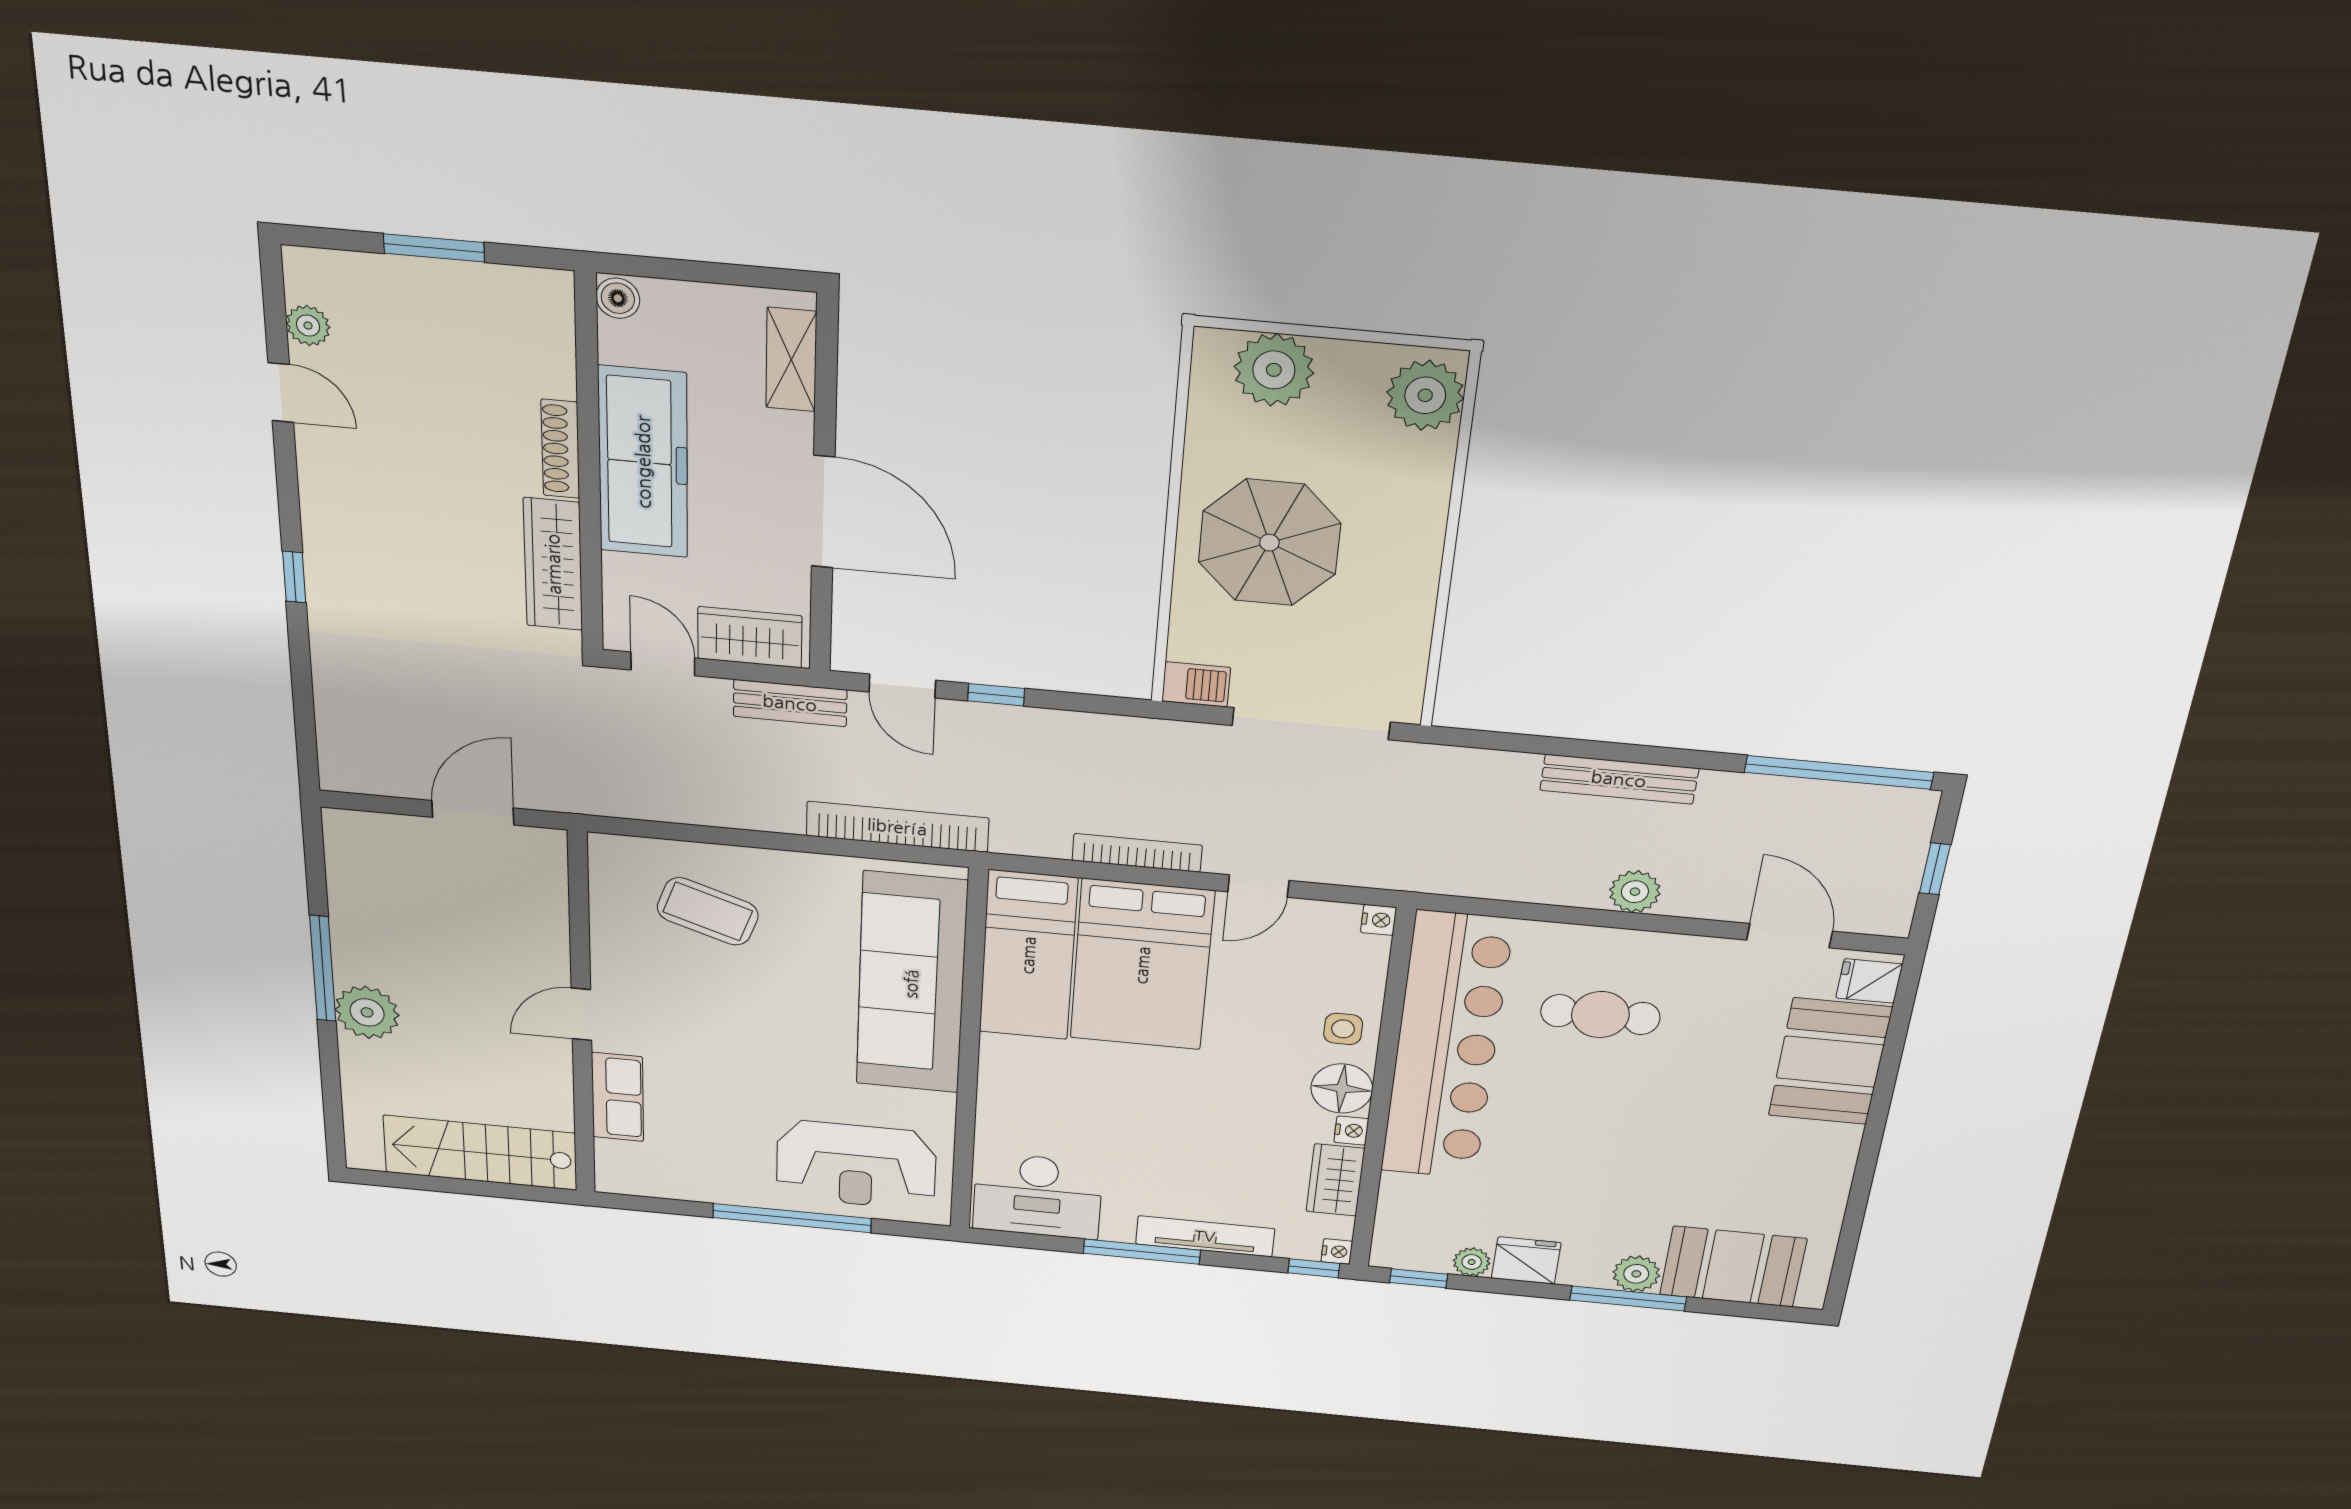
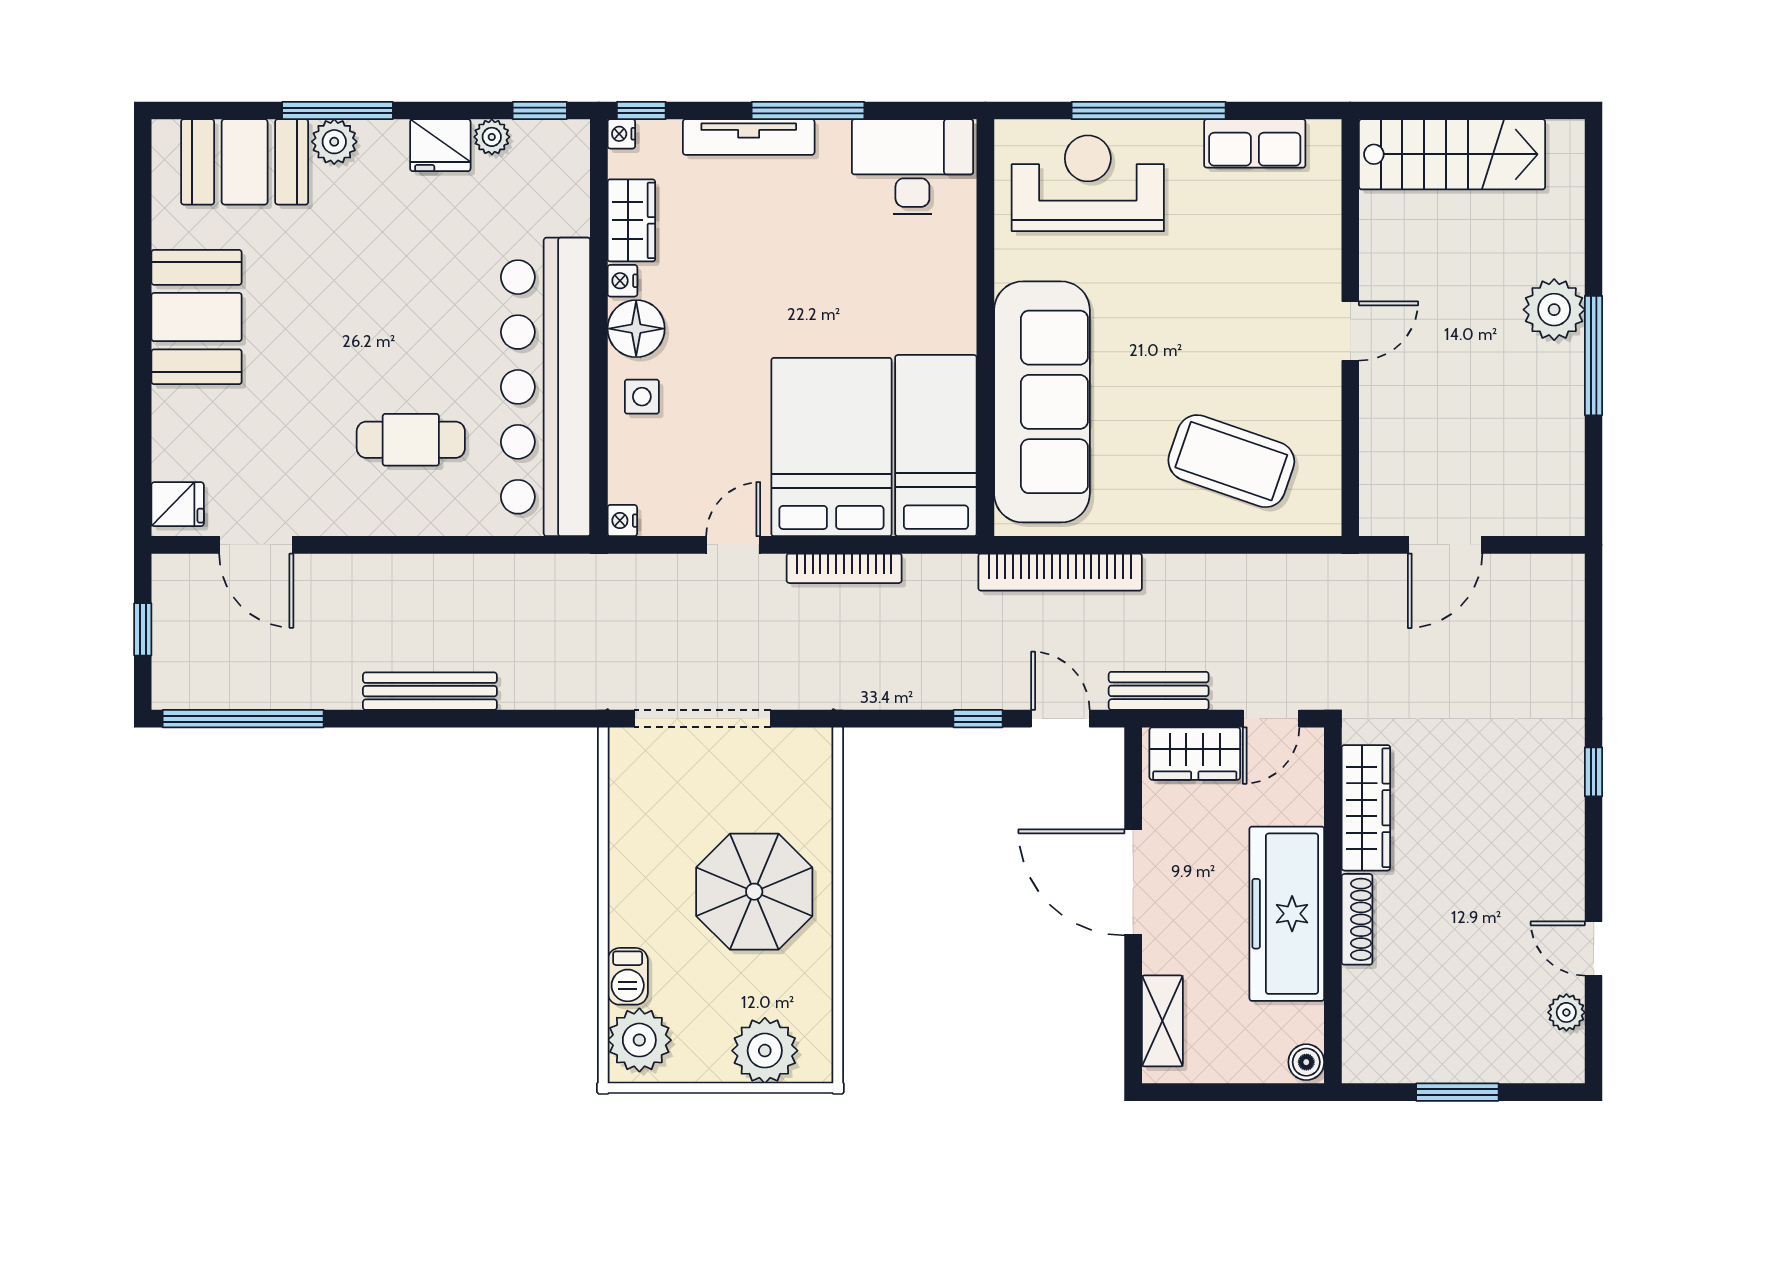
door: (663, 664) -> (1271, 719), hinge flipped
barbecue: (1196, 684) -> (628, 976), moved, turned -90
plant: (1635, 892) -> (399, 576), removed
coffee table: (708, 911) -> (1231, 461), width x1.36, depth x1.32
booth: (1830, 1062) -> (197, 317), moved
row of seats: (618, 1097) -> (1255, 143), moved, turned -90

